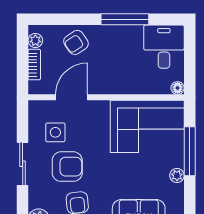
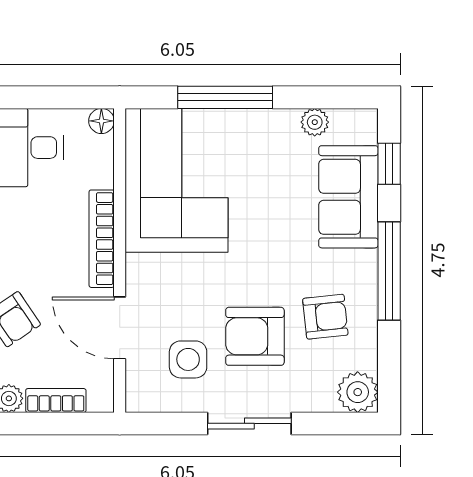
bookcase: (117, 88) -> (102, 239), added
armchair: (67, 167) -> (255, 336), turned -90
plant: (177, 176) -> (315, 122), moved

